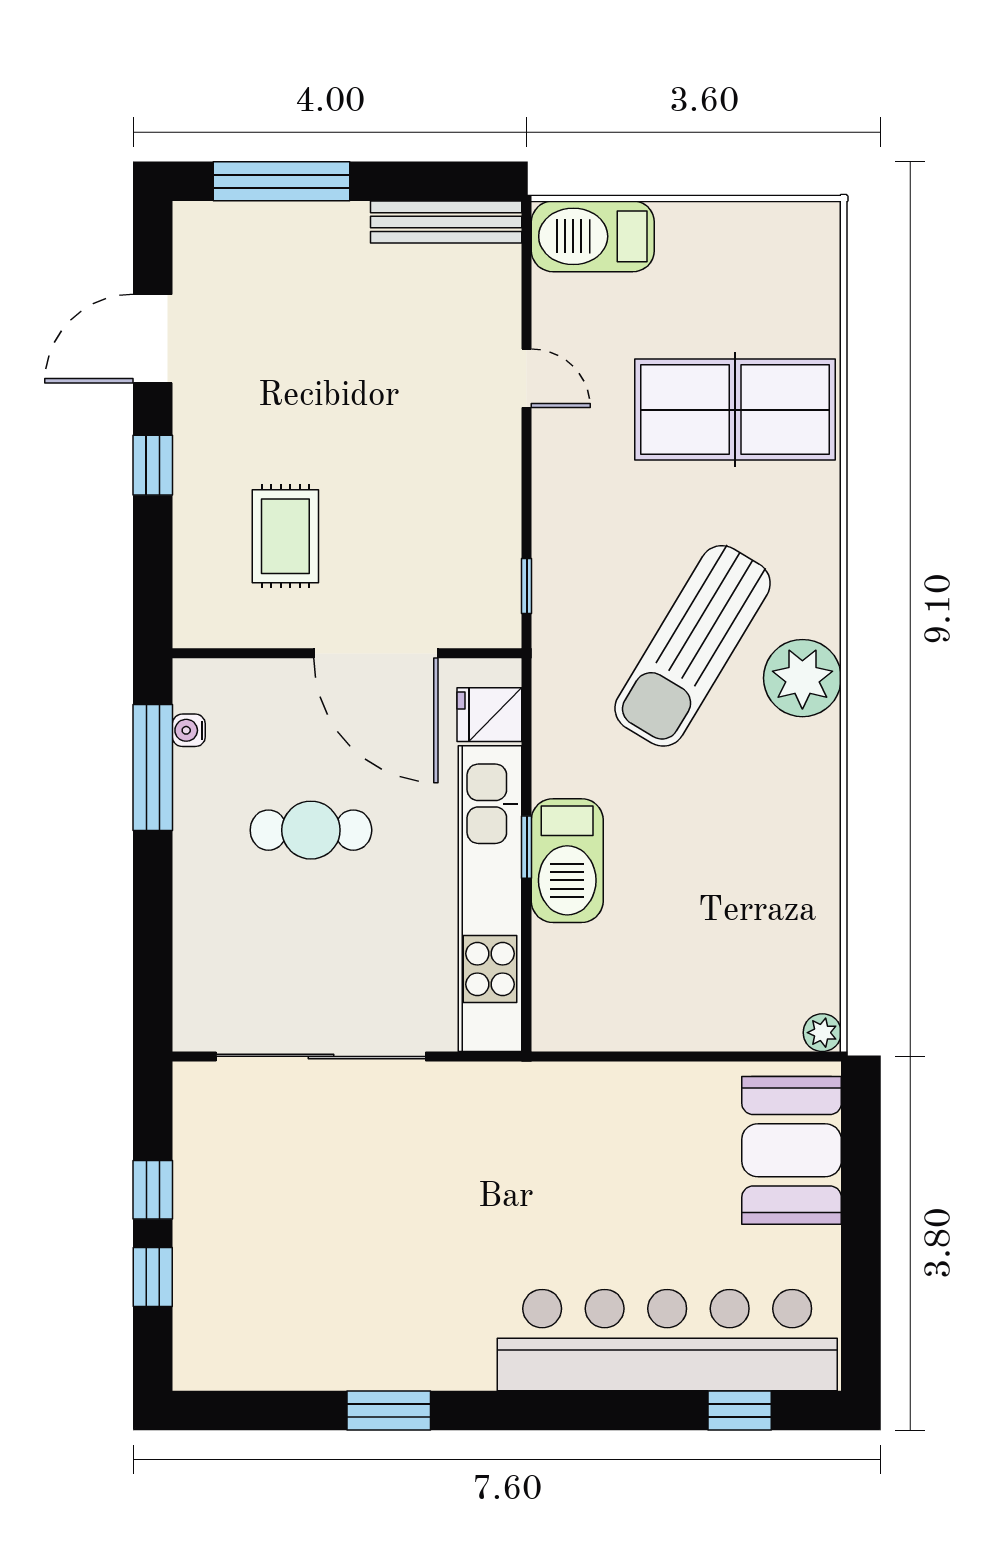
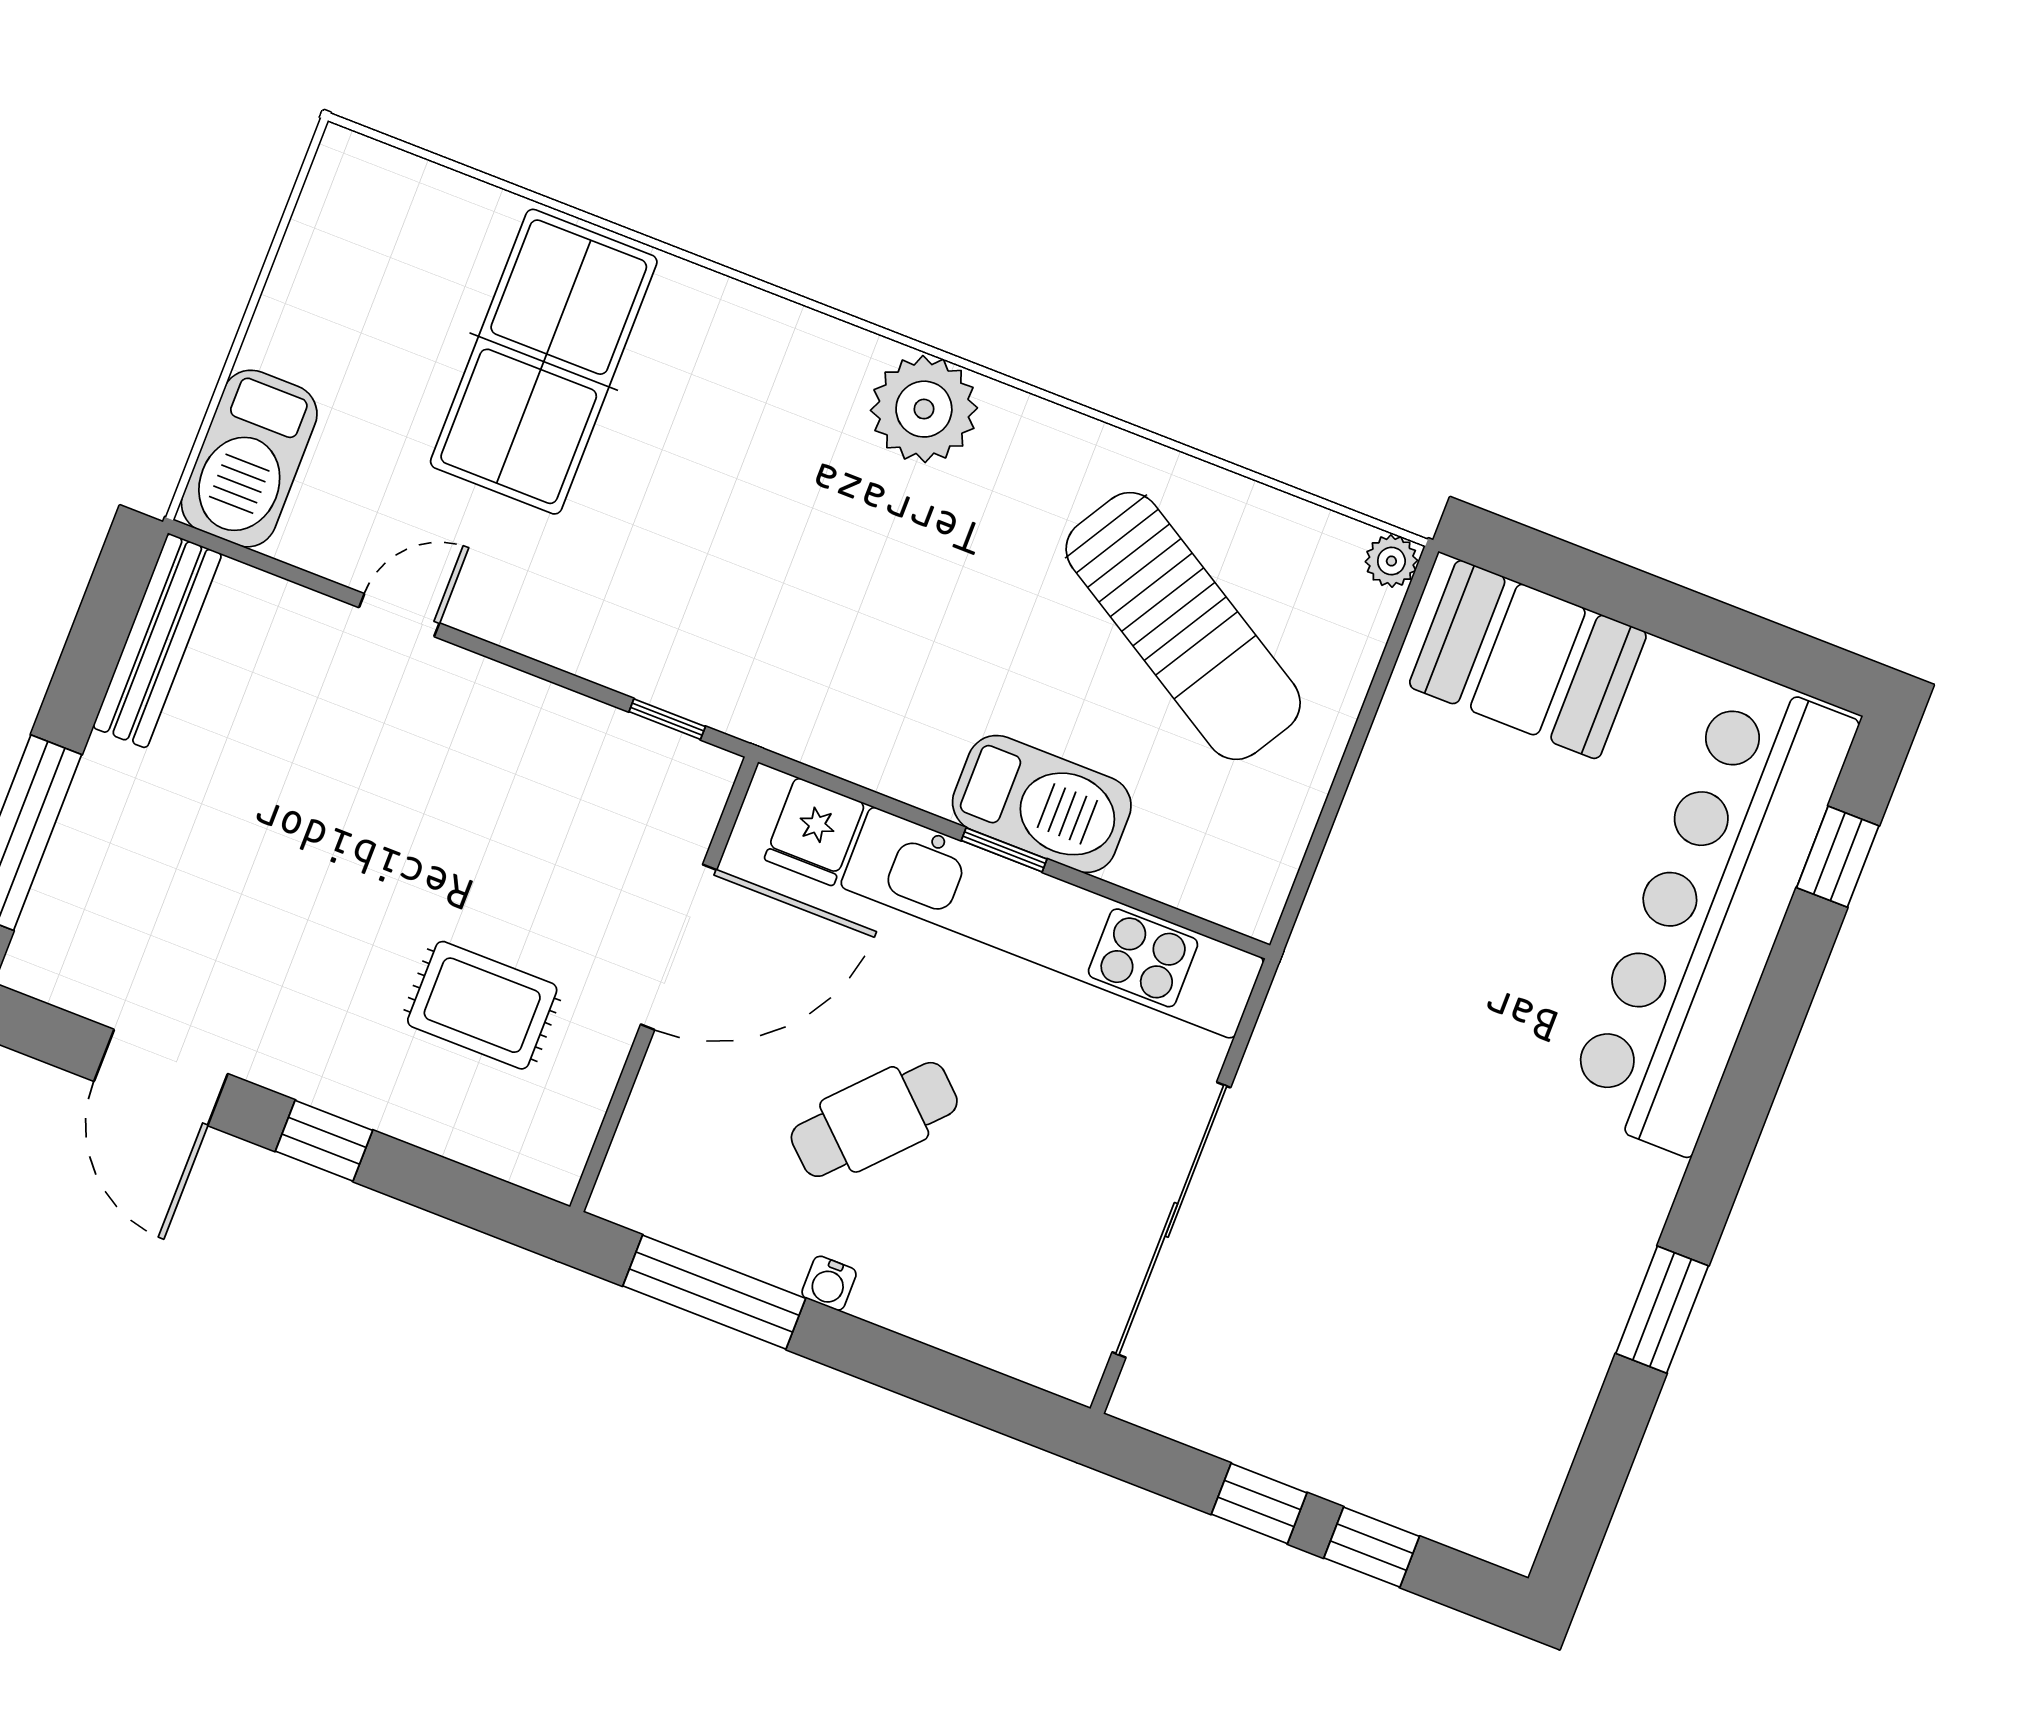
sun lounger: (693, 646) -> (1183, 626), moved
water cooler: (189, 730) -> (829, 1283), moved
cafe table: (311, 830) -> (874, 1119), turned 43

